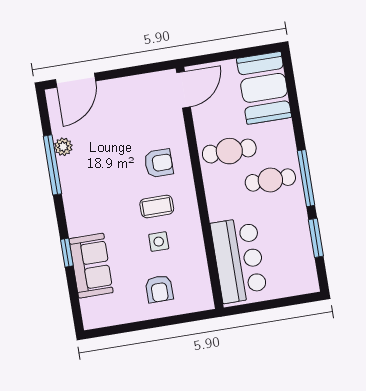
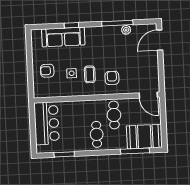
door: (76, 80) -> (160, 40), hinge flipped
armchair: (159, 163) -> (112, 78), turned 180
window: (306, 178) -> (135, 151), moved
bar counter: (239, 260) -> (47, 123), moved, turned -90
sofa: (91, 266) -> (63, 37), width x1.36

